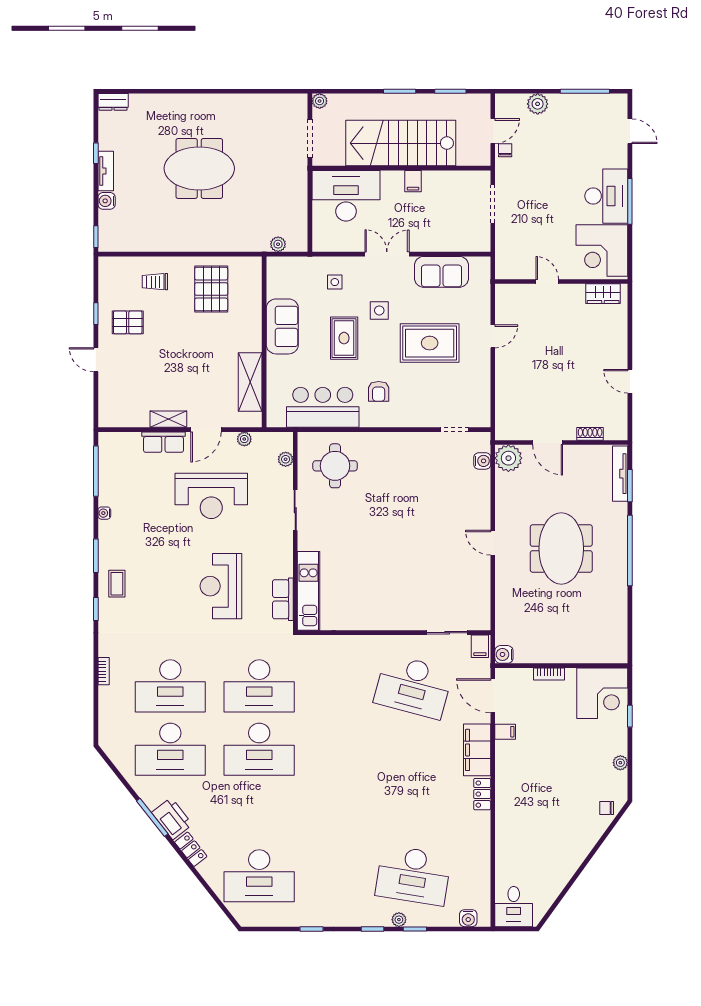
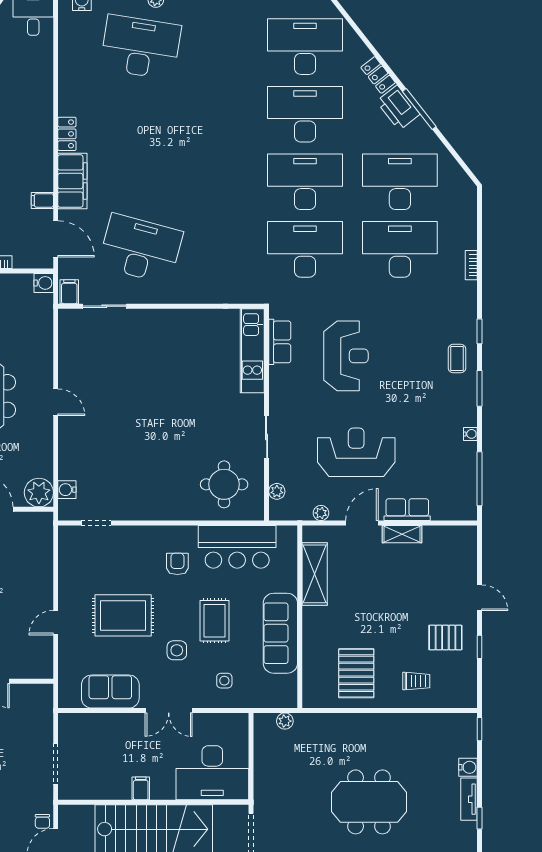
sofa: (282, 326) -> (280, 633), width x1.36
desk: (259, 813) -> (305, 114), added

